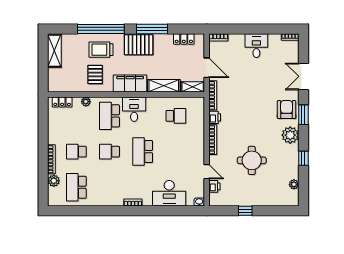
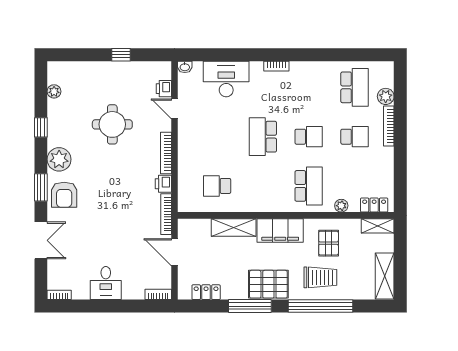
shelving: (193, 87) -> (378, 226), moved
desk: (134, 109) -> (275, 195), removed
school desk: (143, 152) -> (263, 137), turned 180

